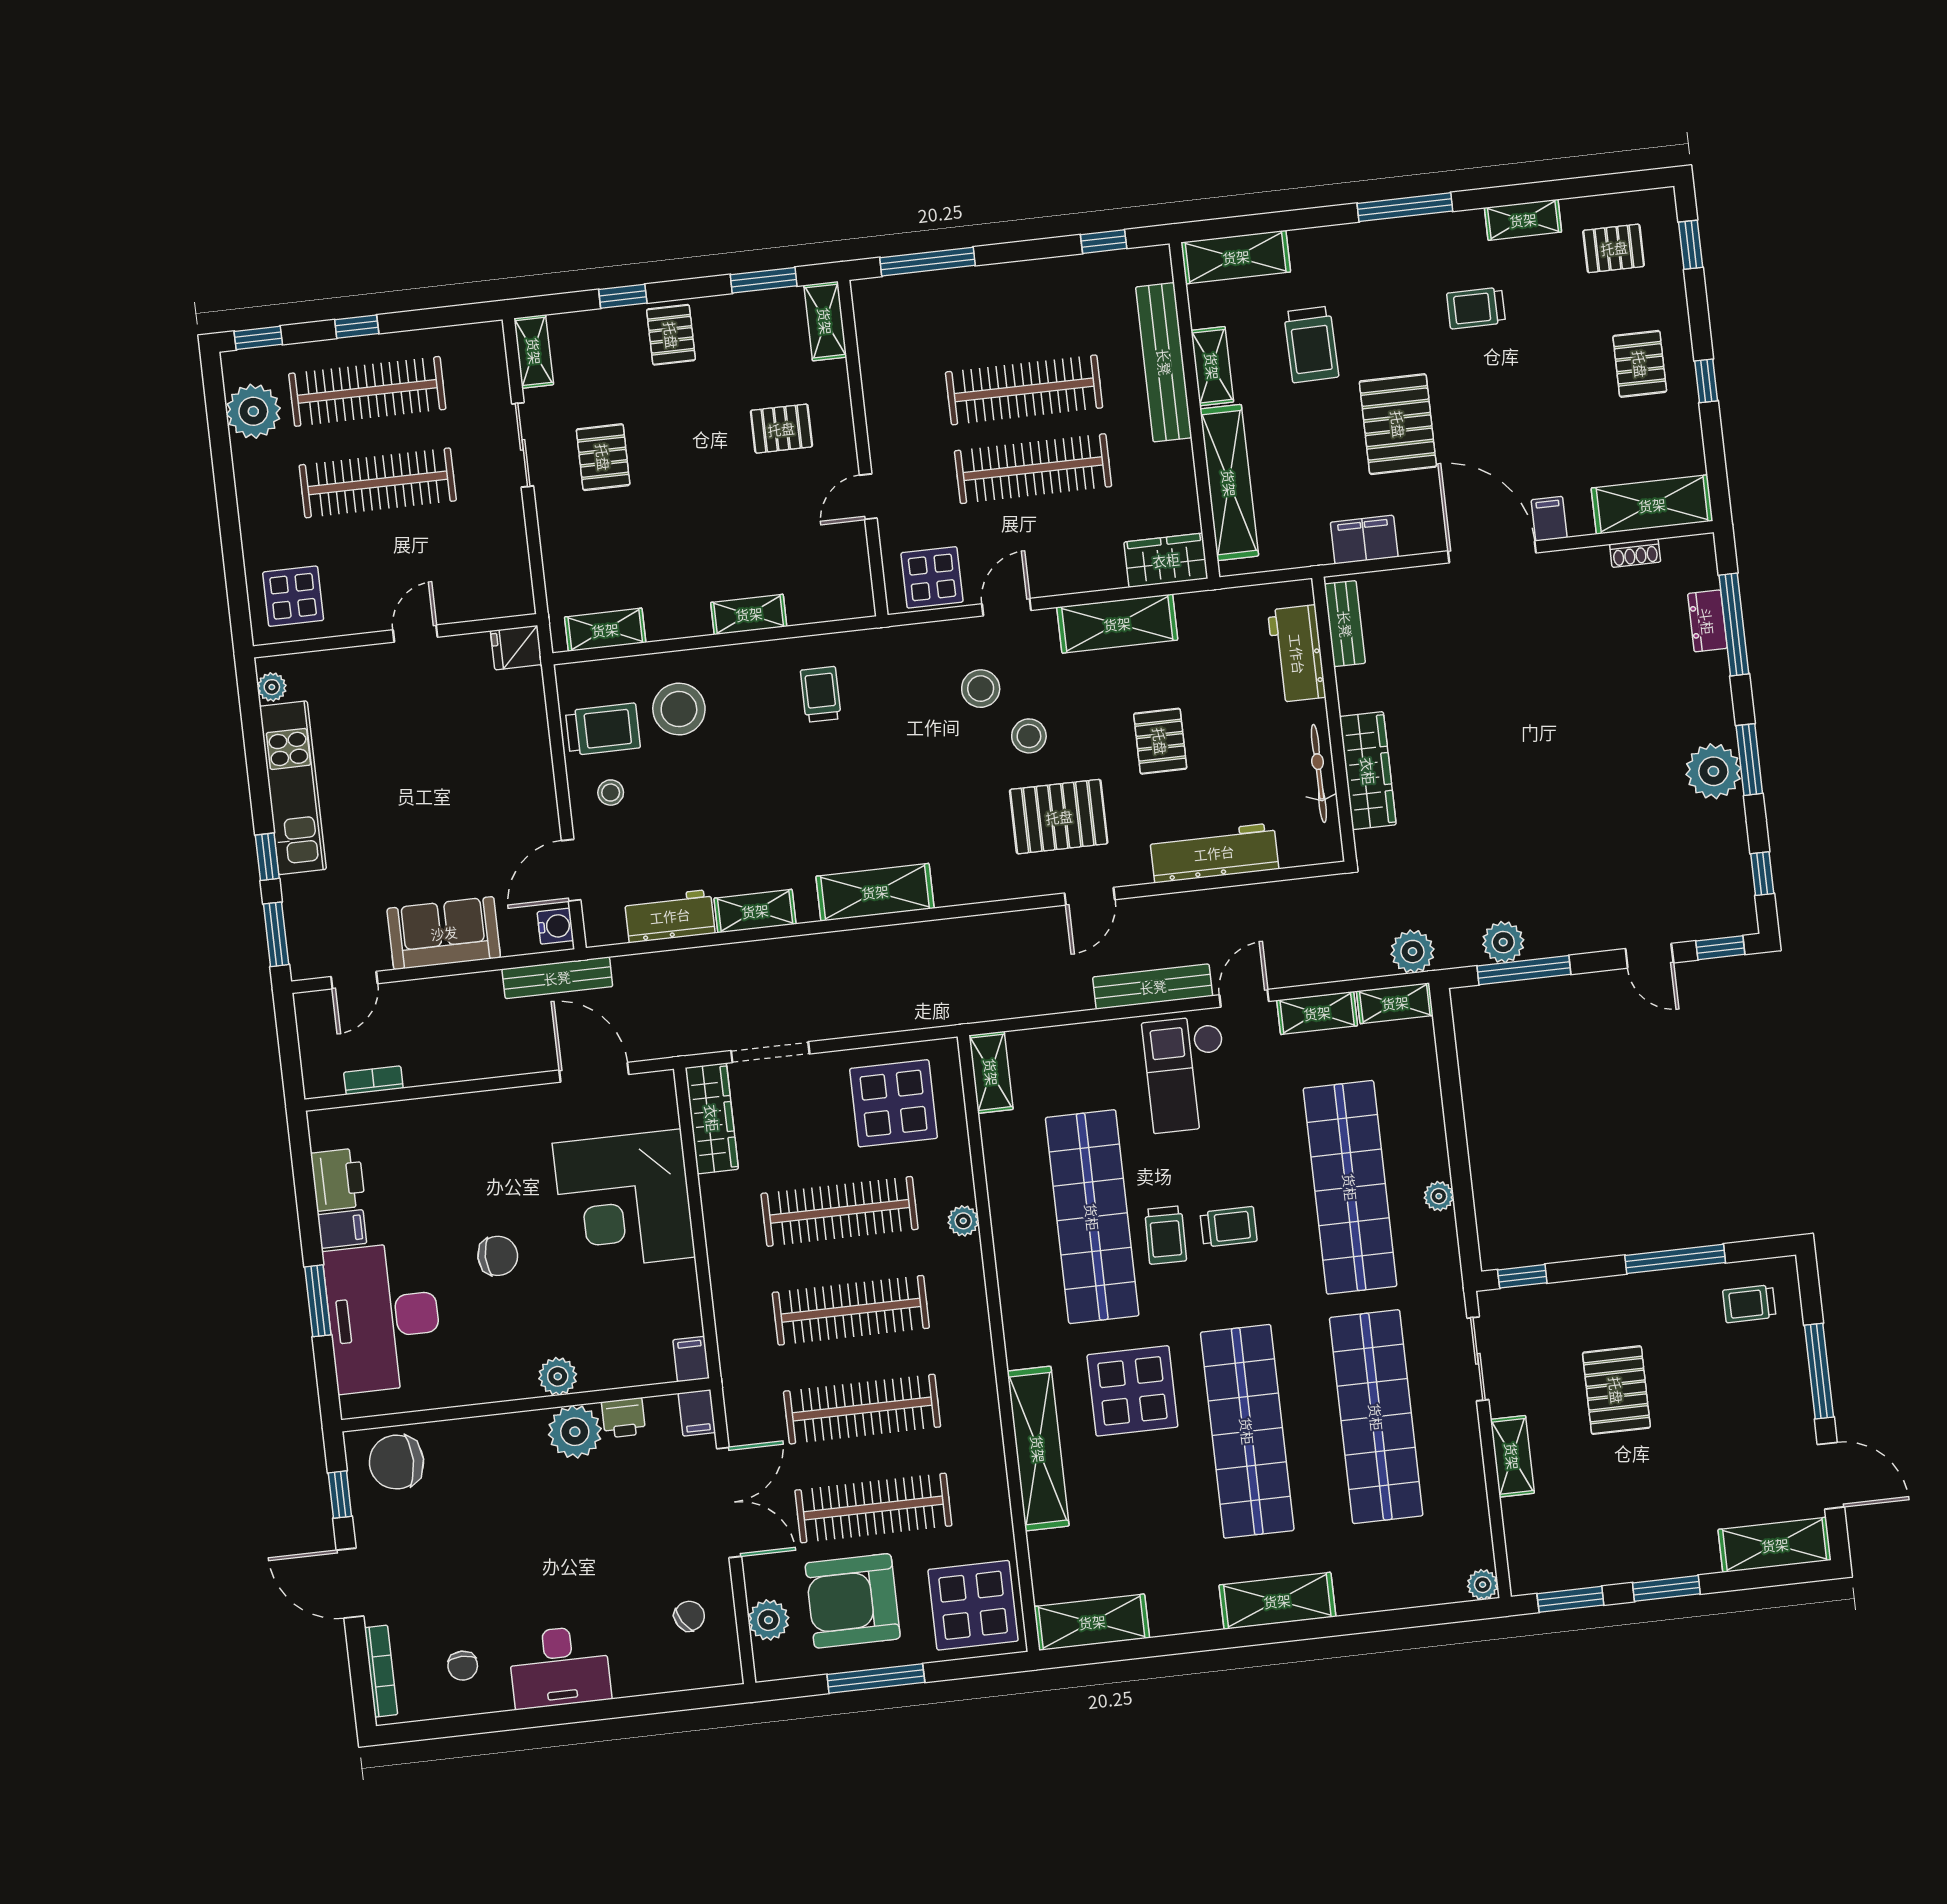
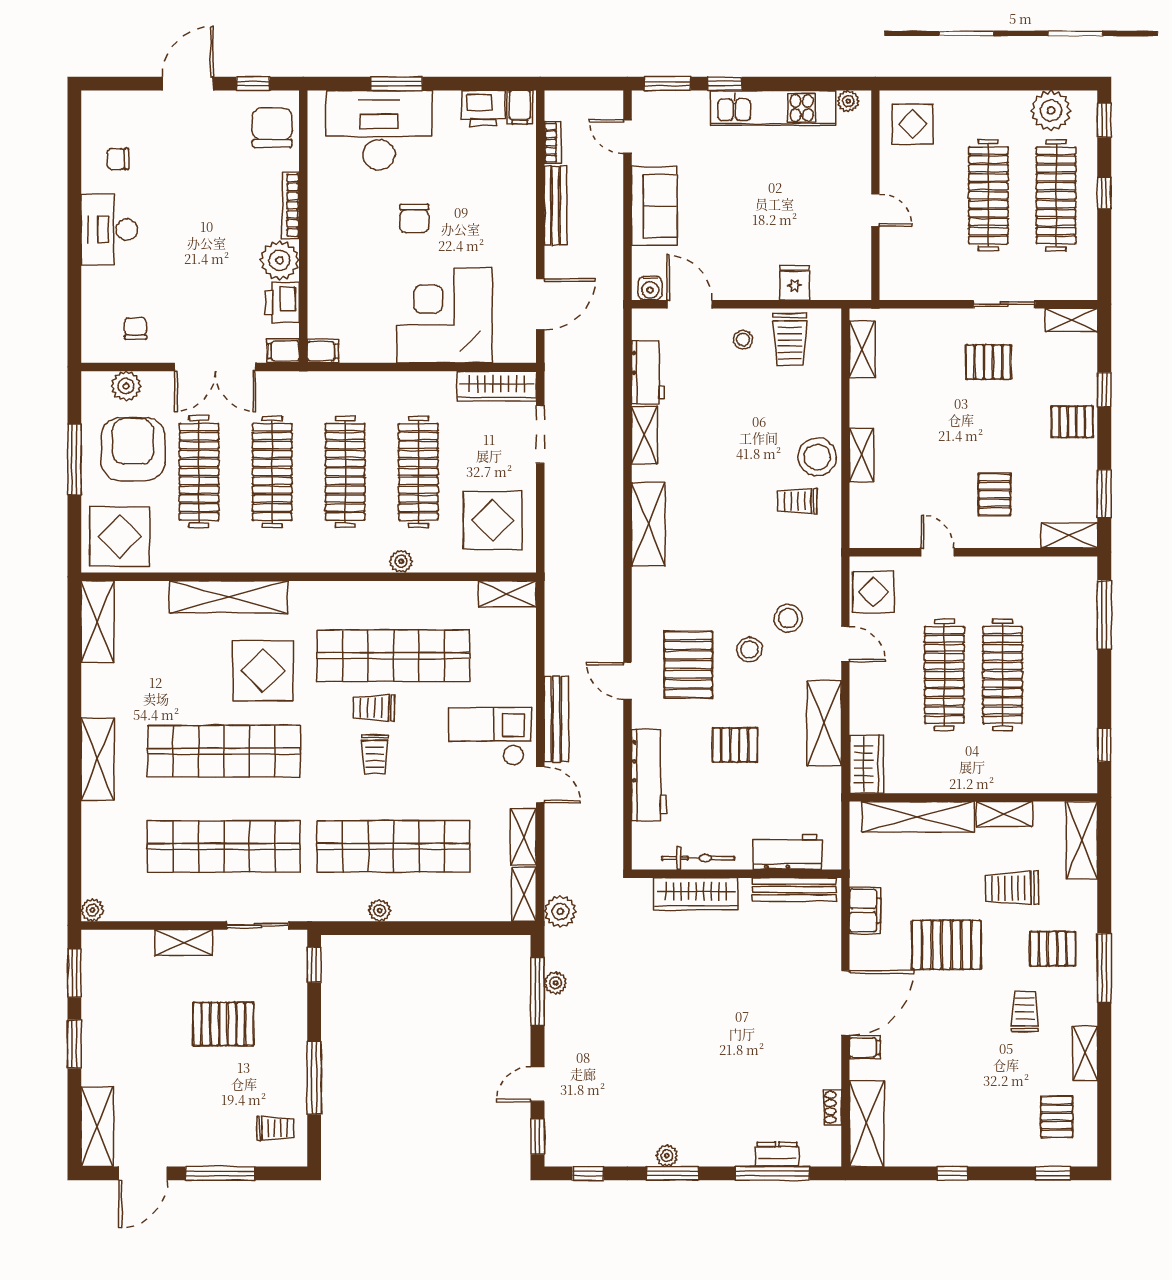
bench: (1164, 362) -> (1011, 779), removed
pallet: (1640, 364) -> (1053, 949), moved
bench: (1345, 624) -> (794, 889), width x1.36
fridge: (516, 648) -> (795, 283), moved
trolley: (821, 694) -> (797, 501), turned 180
stool: (679, 709) -> (817, 457), moved
plant: (1713, 771) -> (667, 1156), width x0.53, depth x0.53
plant: (1503, 942) -> (555, 983), width x0.73, depth x0.73
bench: (557, 978) -> (555, 205), moved
filing cabinet: (342, 1229) -> (520, 107), moved
trolley: (1749, 1304) -> (275, 1128), turned 90
plant: (558, 1376) -> (321, 252), removed
printer: (624, 1418) -> (282, 302), width x1.36, depth x1.24
chair: (689, 1616) -> (135, 329), turned -148
bookcase: (381, 1671) -> (291, 205), moved, turned 90

